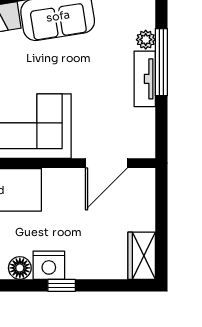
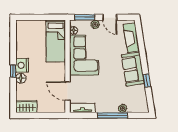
tv unit: (145, 79) -> (83, 108), moved
floor lamp: (20, 268) -> (21, 78), moved

